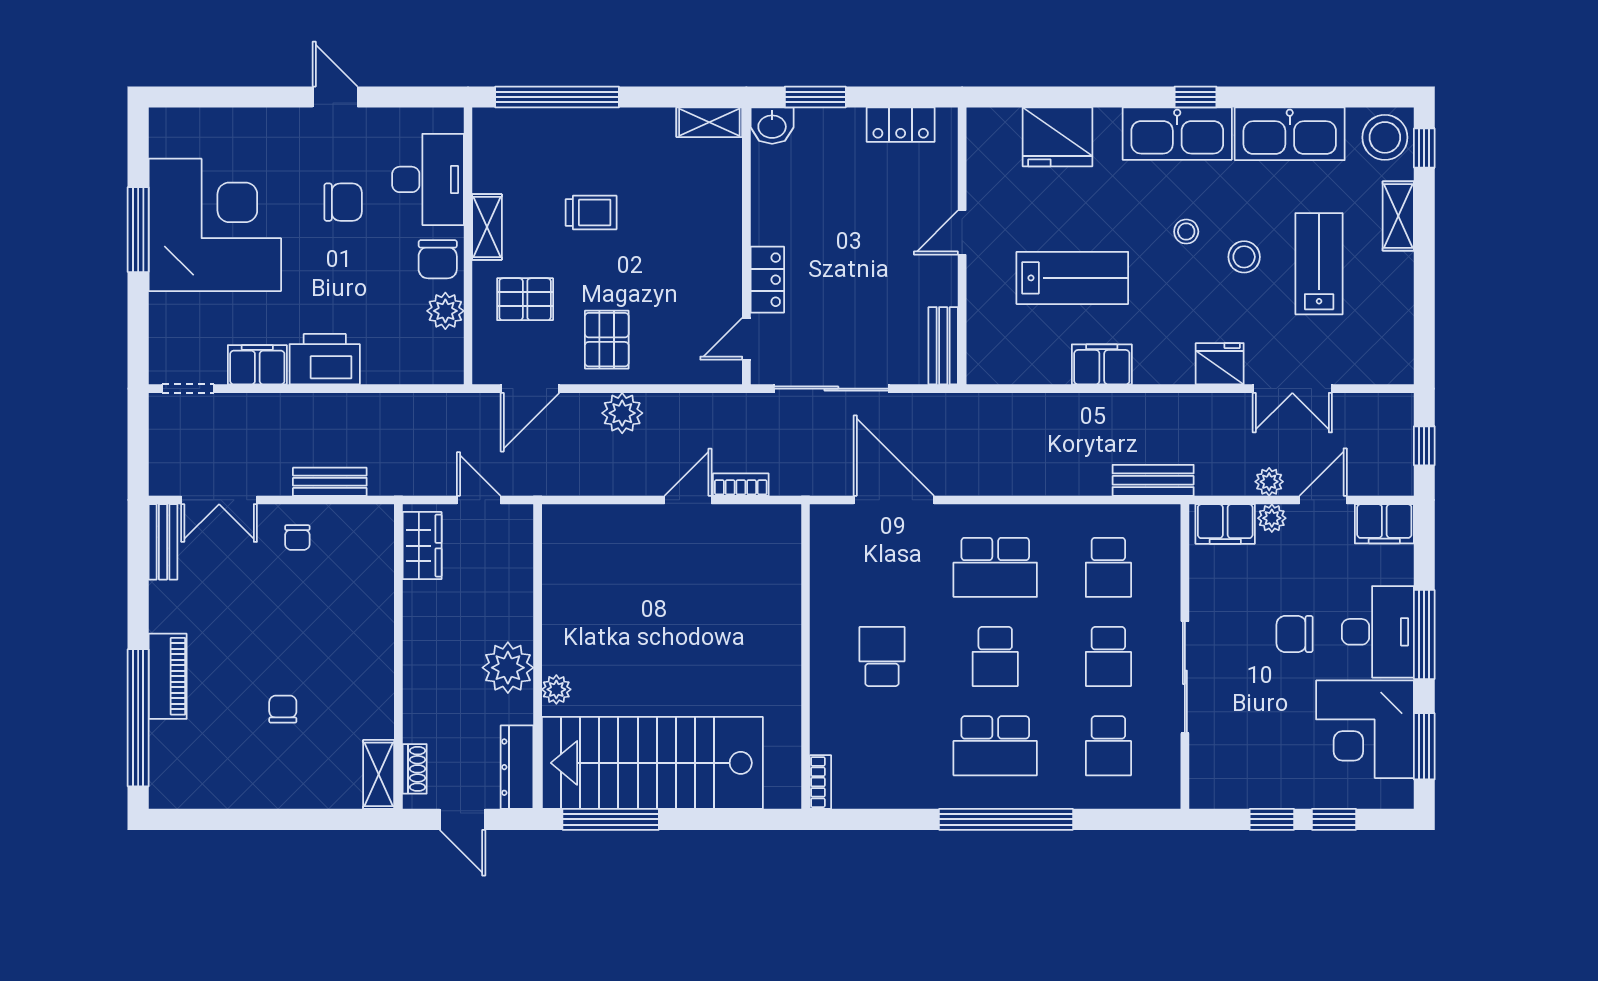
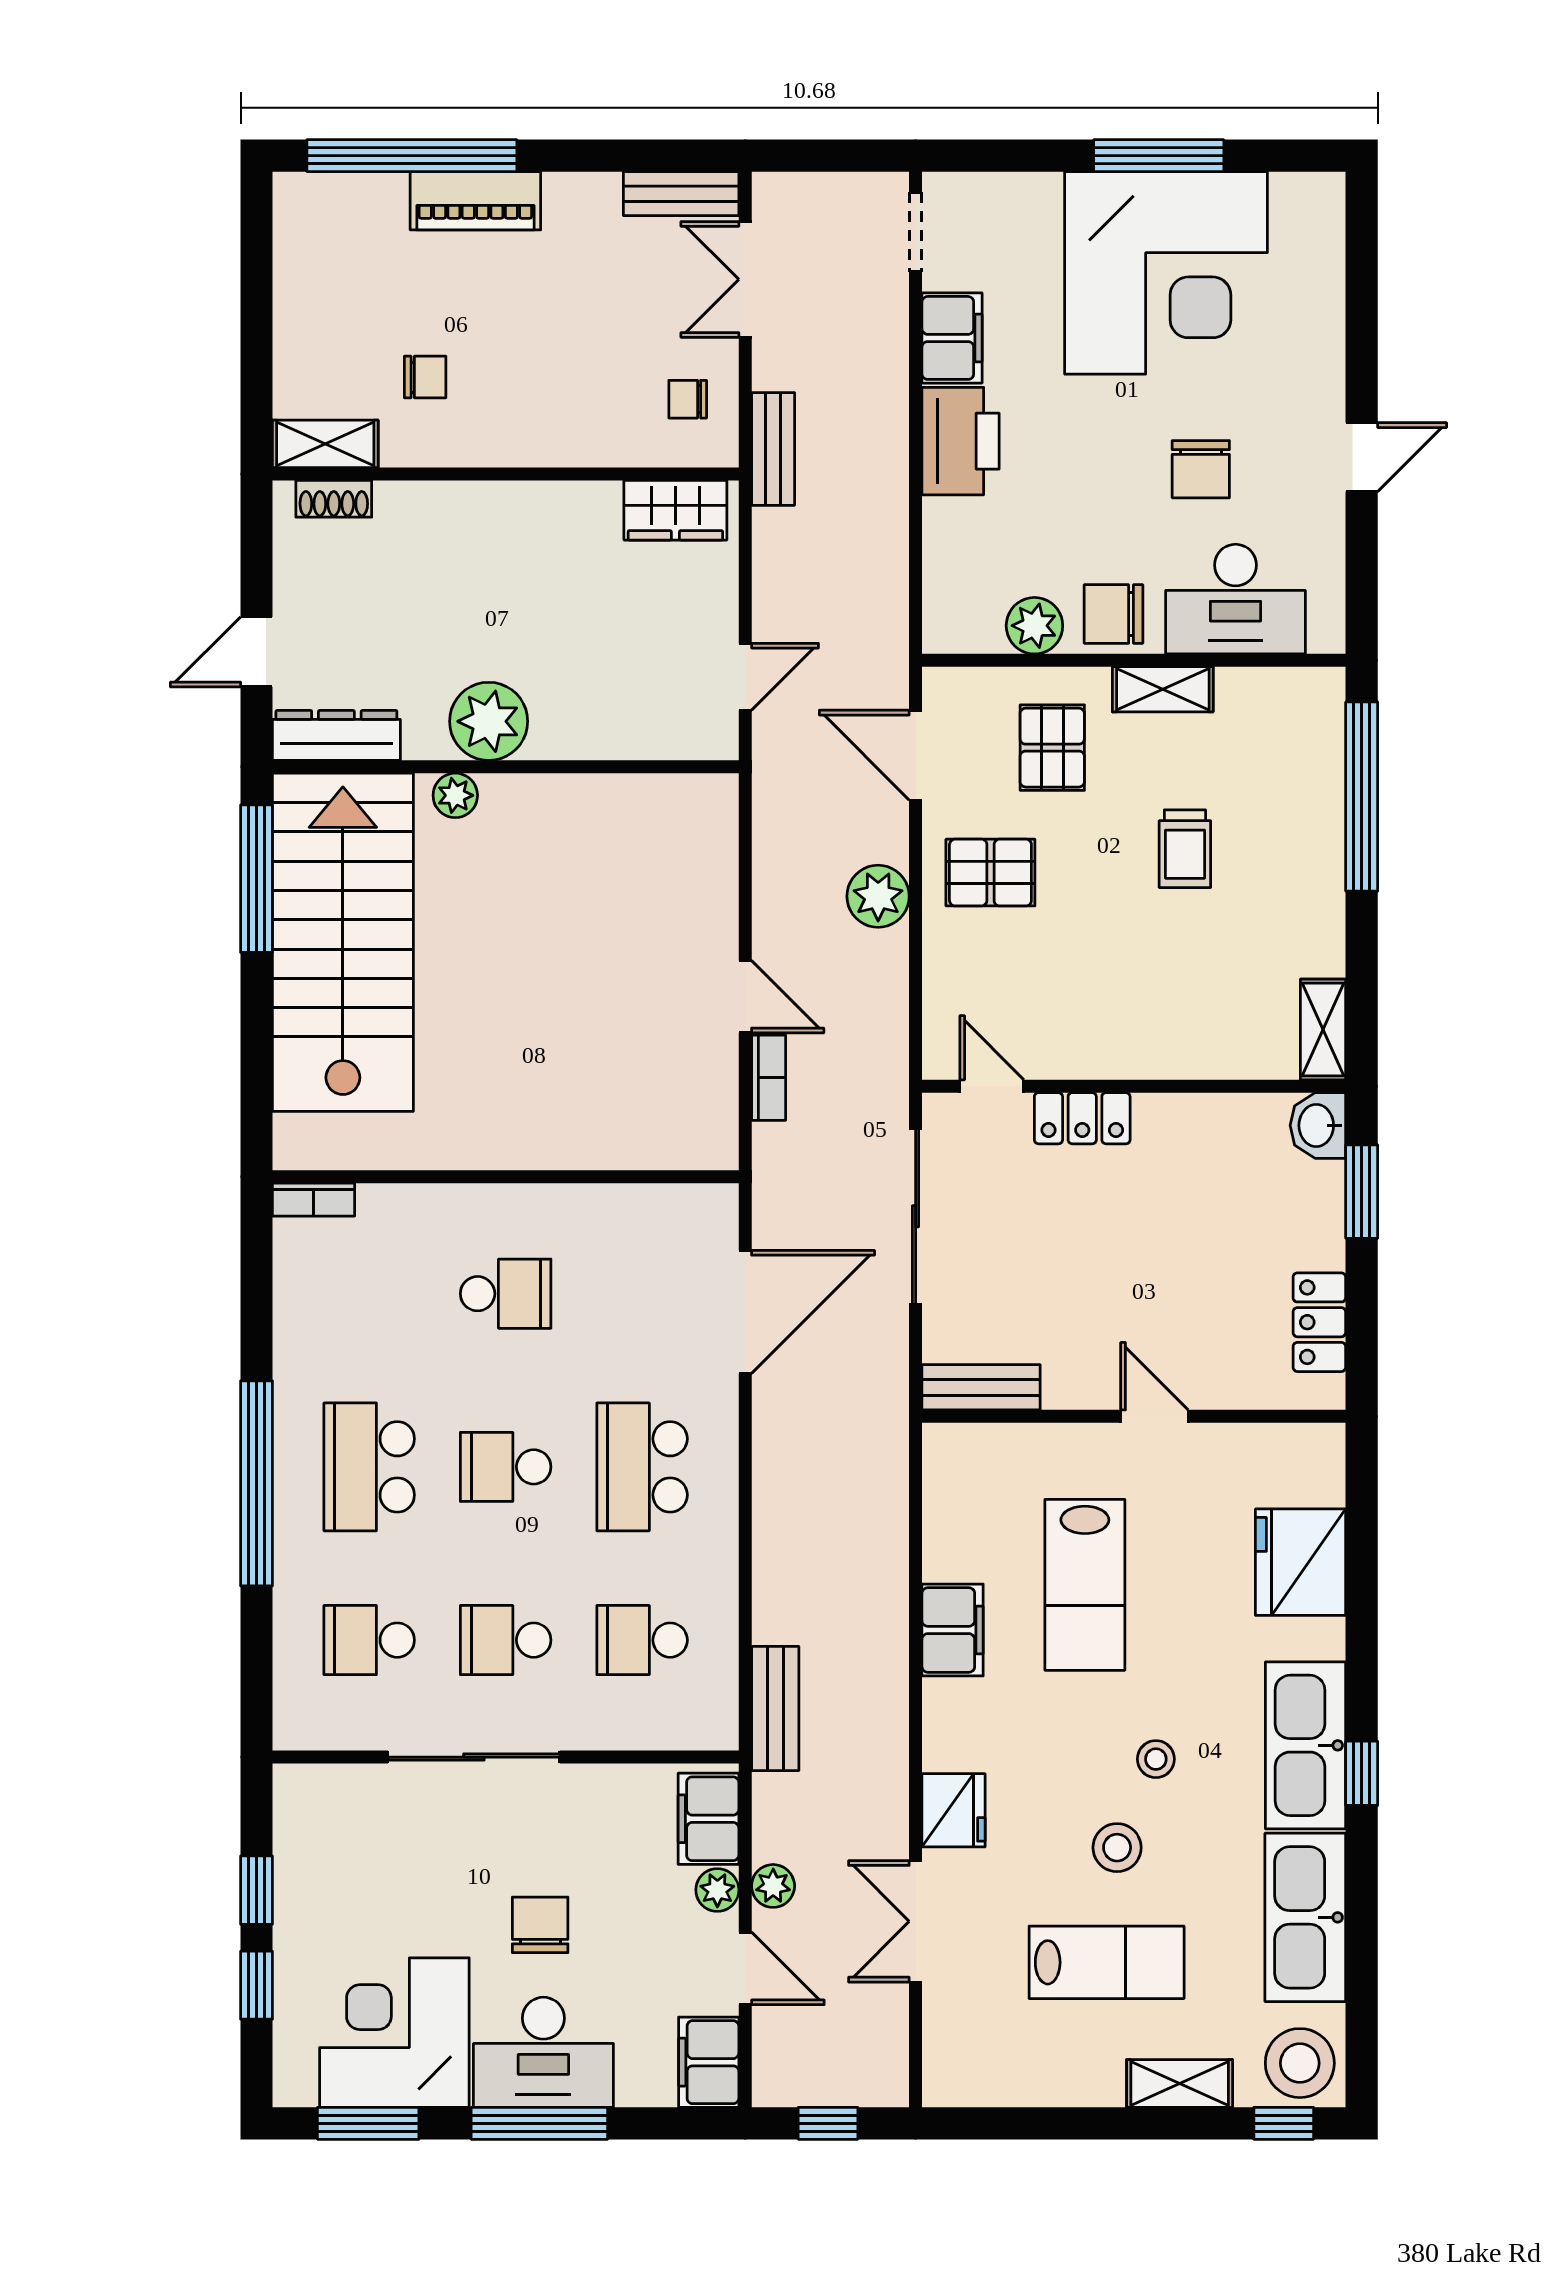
wardrobe: (422, 546) -> (675, 510), moved
wall: (398, 657) -> (506, 474), moved
shoe rack: (415, 769) -> (334, 499), moved
shelving: (379, 774) -> (325, 444), moved

